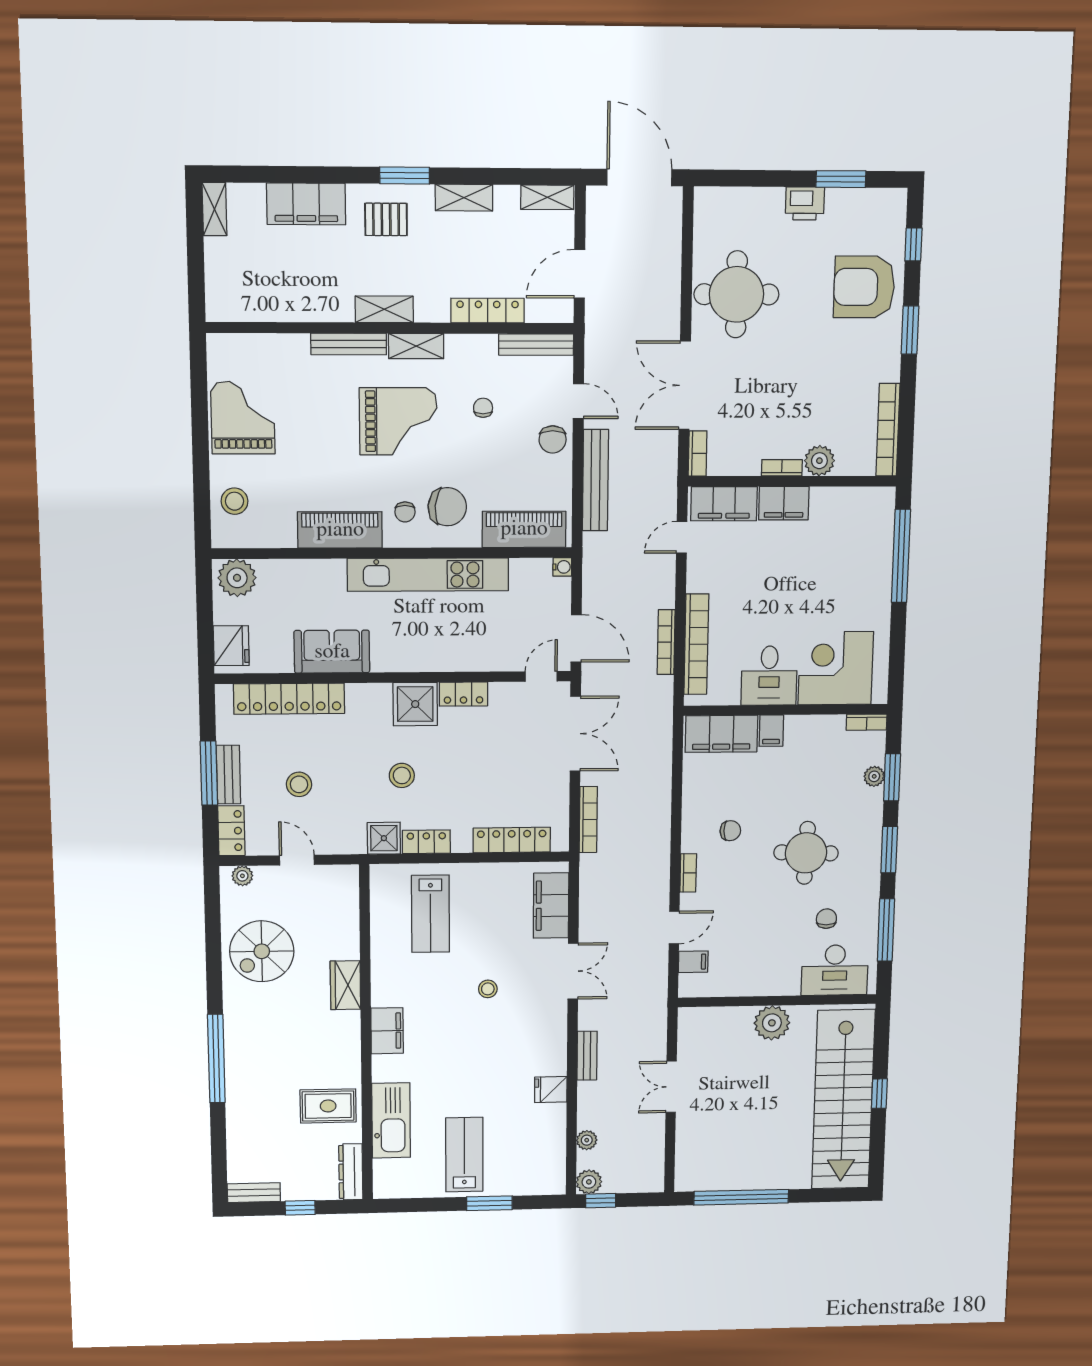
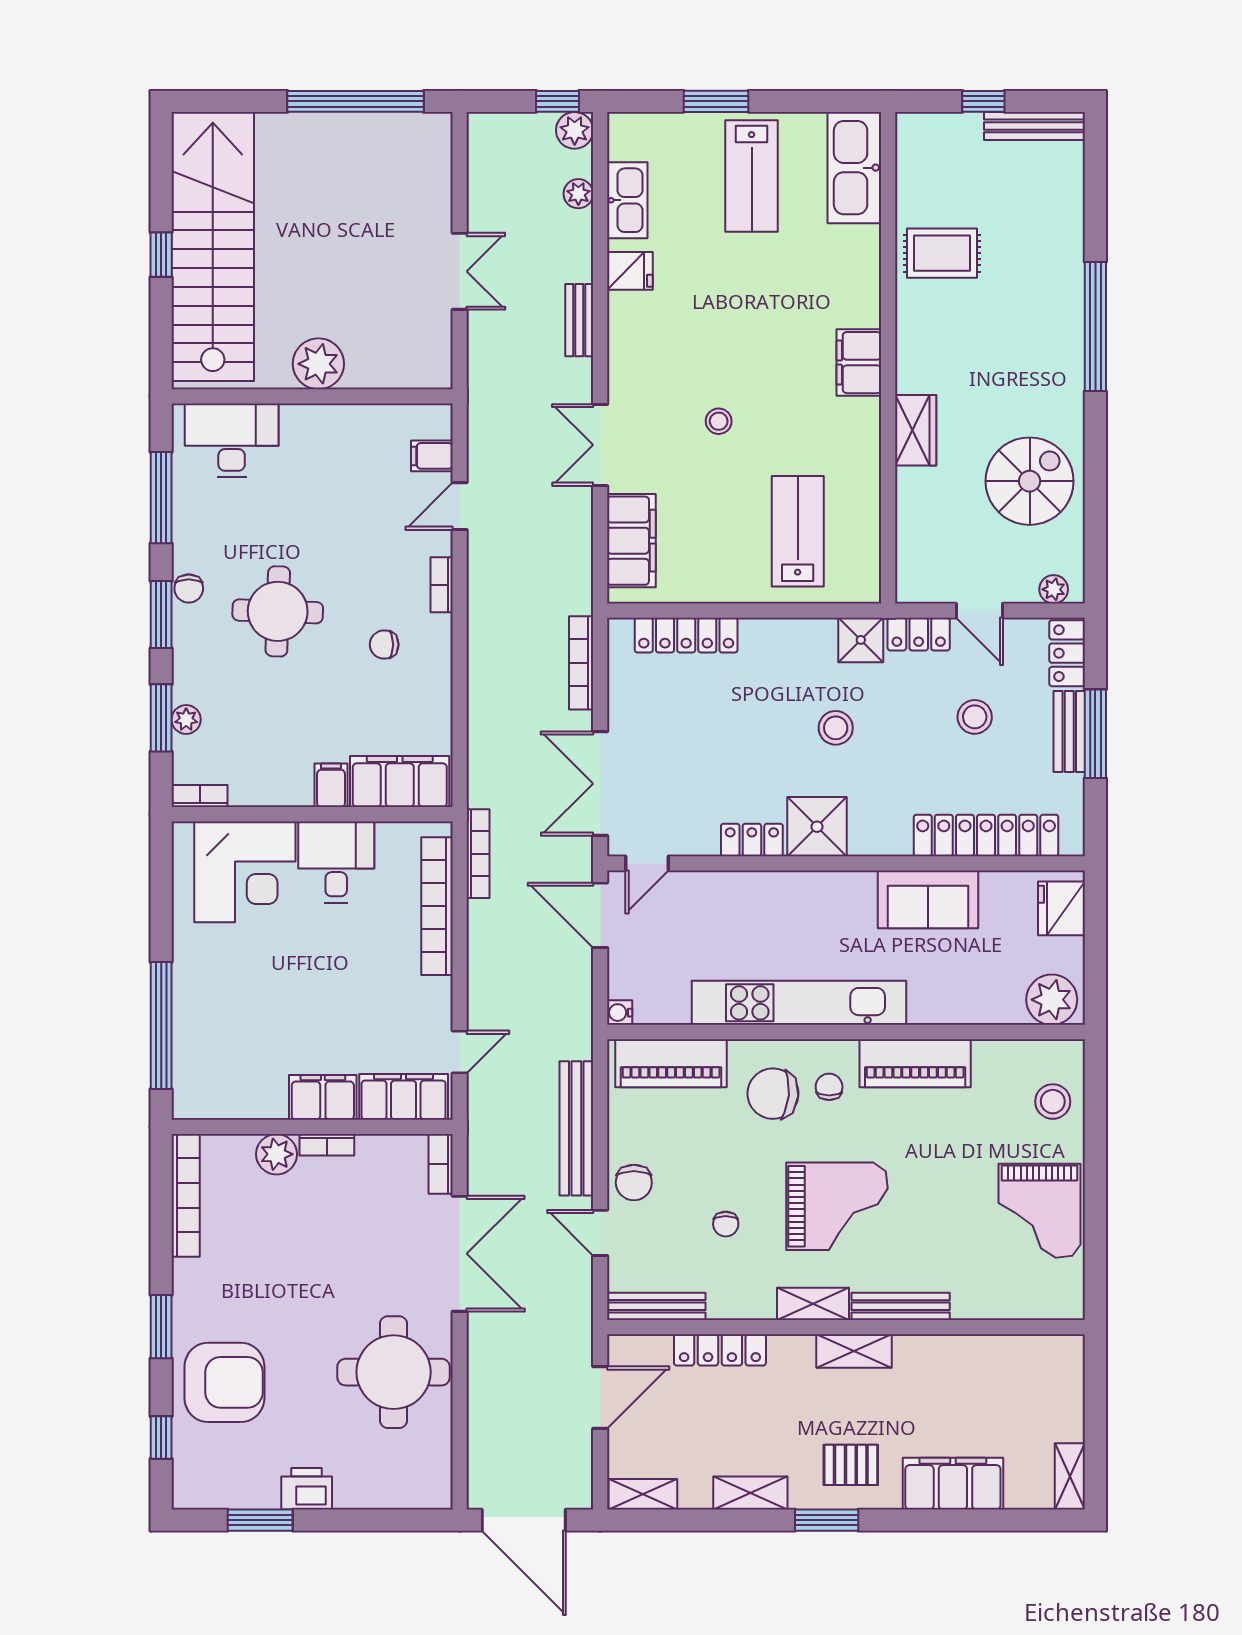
grand piano: (398, 421) -> (837, 1206), turned 180
chair: (553, 439) -> (634, 1183), turned 180
bookcase: (666, 642) -> (478, 854), moved
locker: (426, 842) -> (919, 634), moved
chair: (826, 919) -> (189, 588), moved
kitchen sink: (391, 1120) -> (854, 168), moved
kitchen sink: (552, 1137) -> (627, 200), added
dresser: (351, 1172) -> (912, 154), removed
bench: (254, 1193) -> (1034, 126), width x1.36

